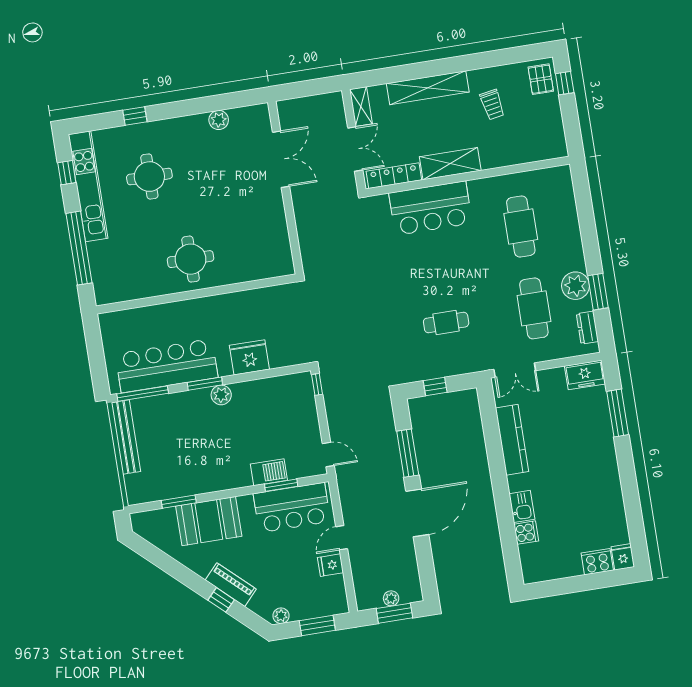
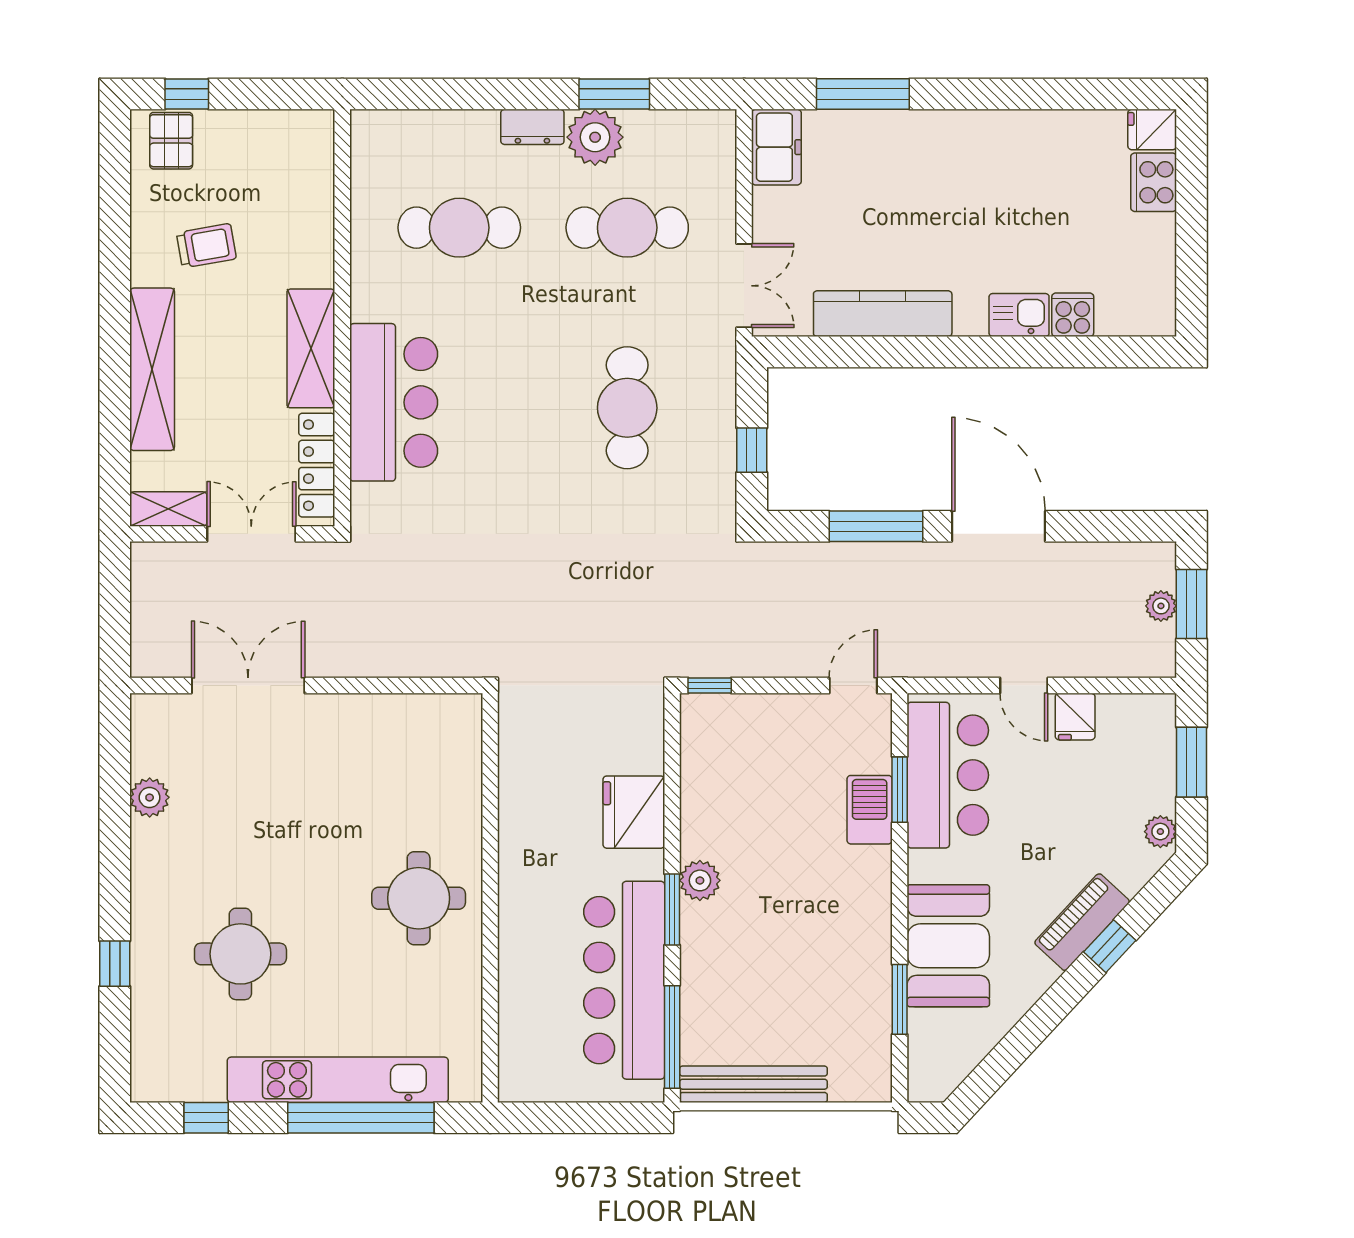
pallet: (541, 79) -> (171, 141), turned 90
kitchen unit: (88, 186) -> (338, 1080), moved
cafe table: (446, 323) -> (627, 408), width x1.37, depth x1.35
dresser: (587, 328) -> (532, 127), moved

